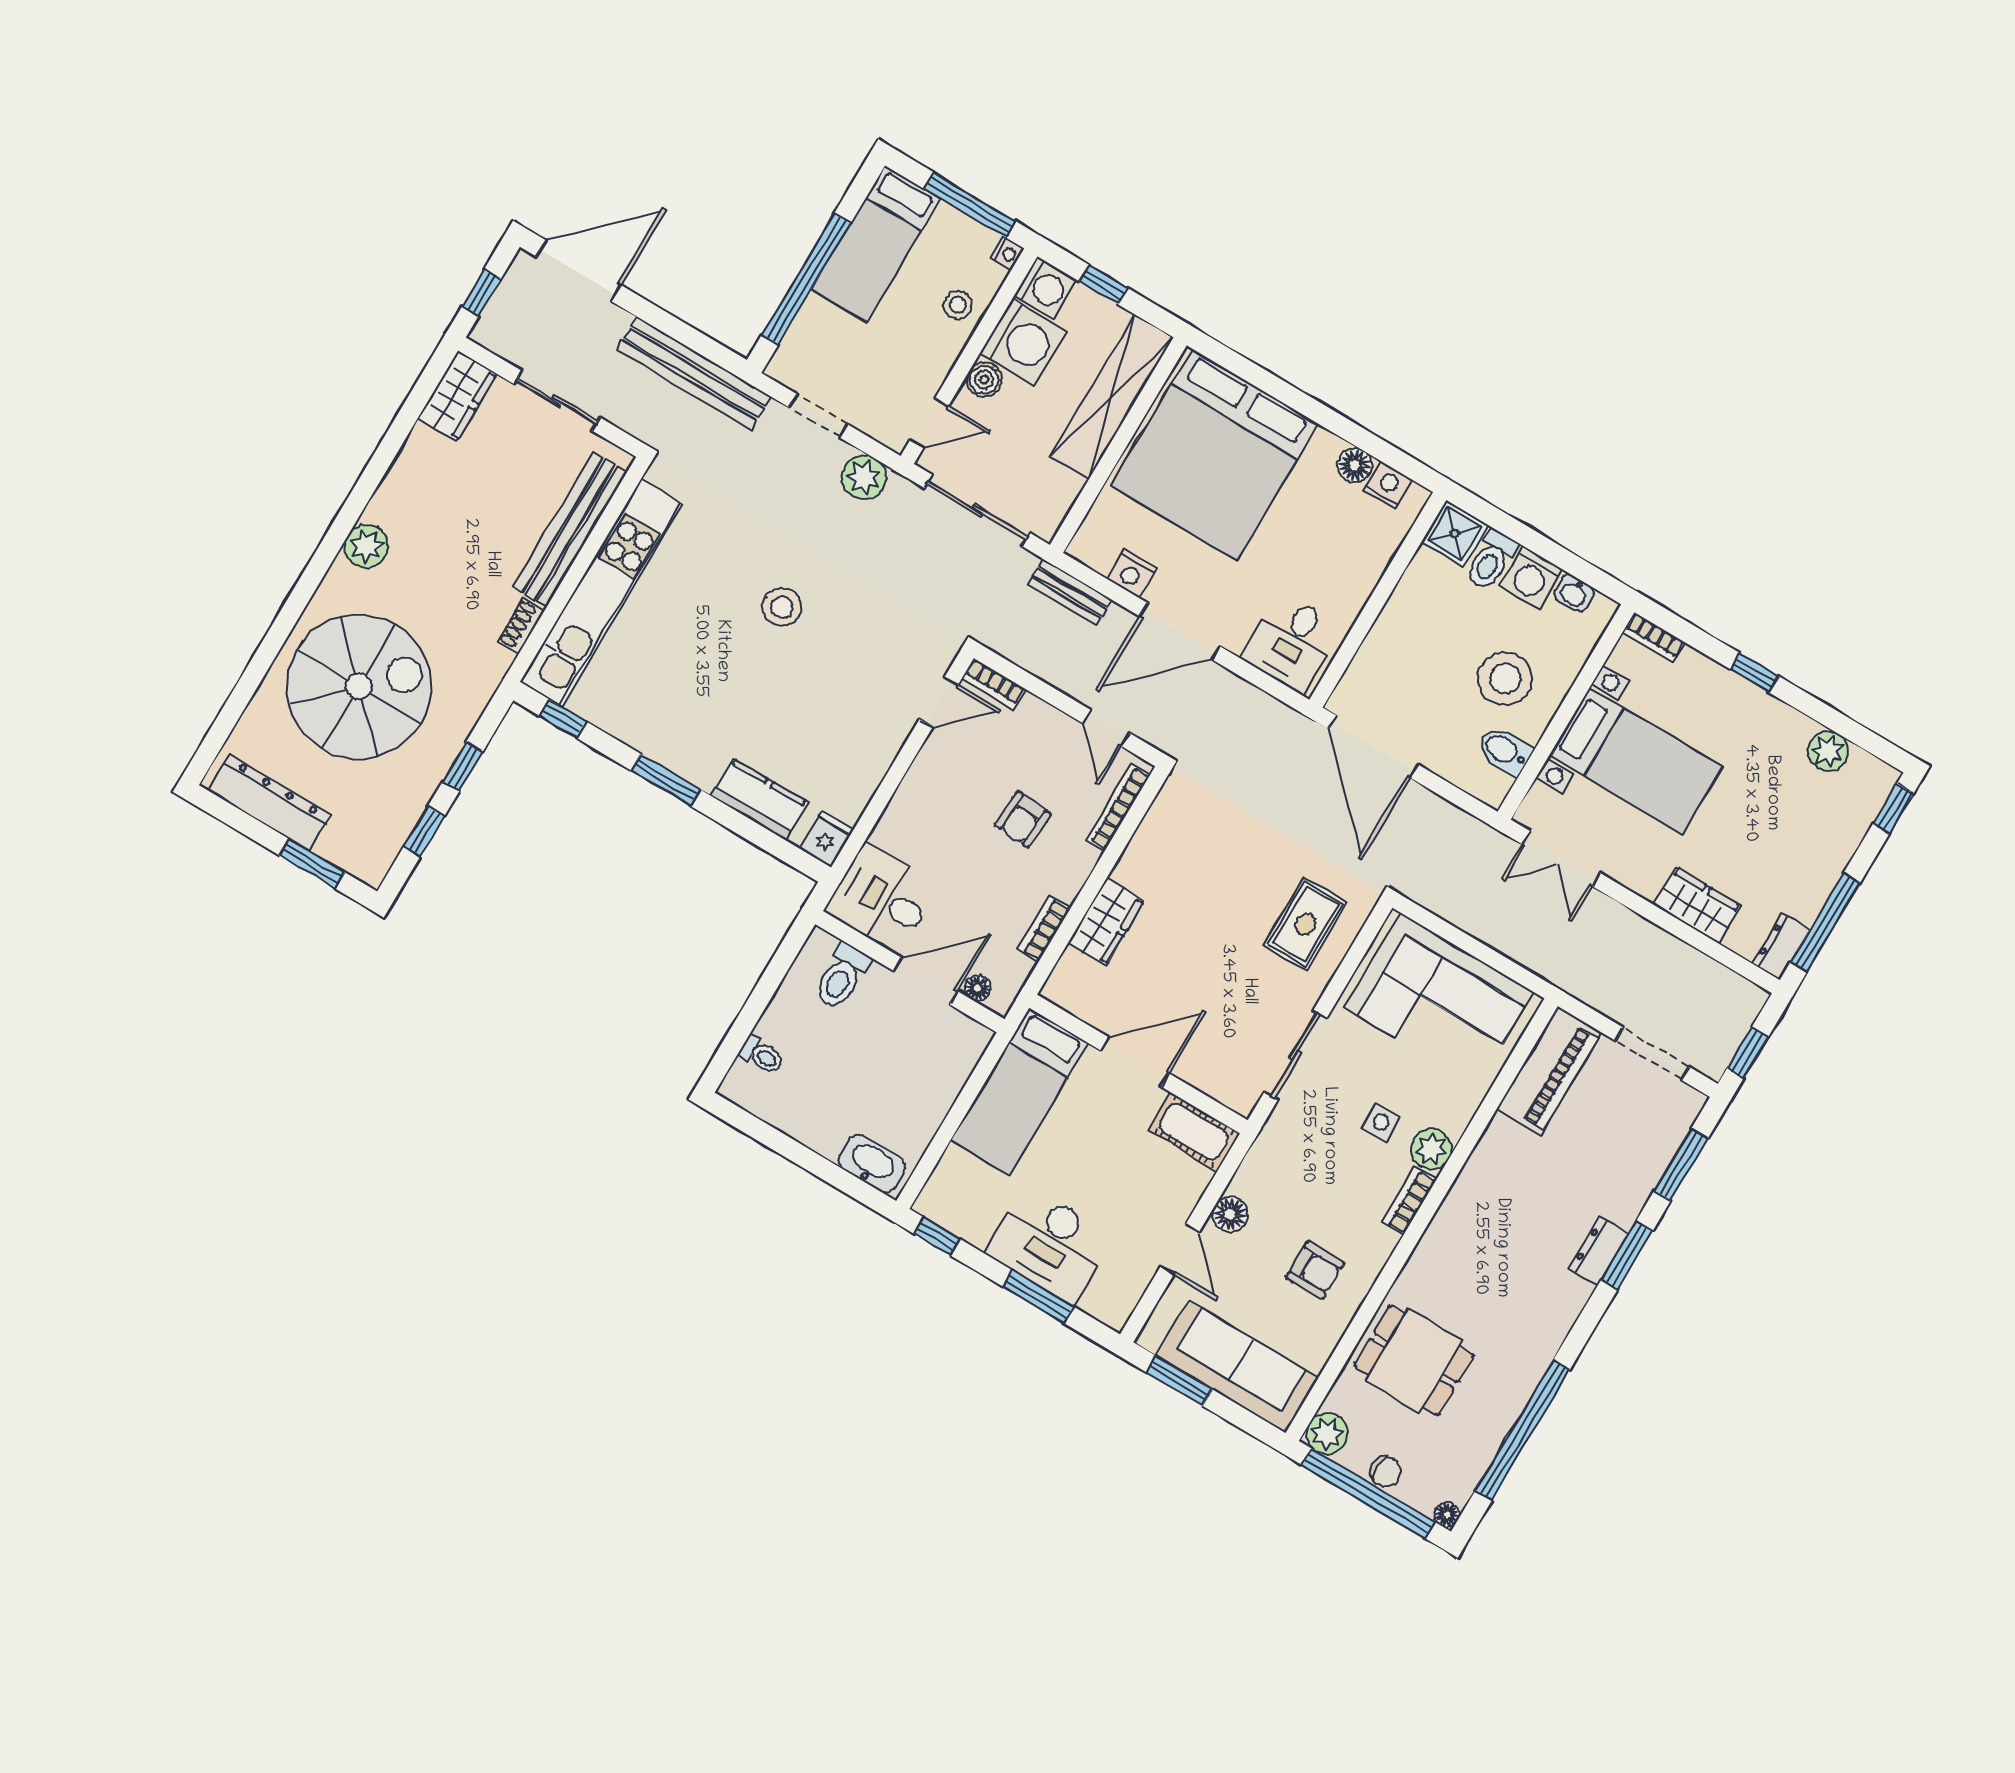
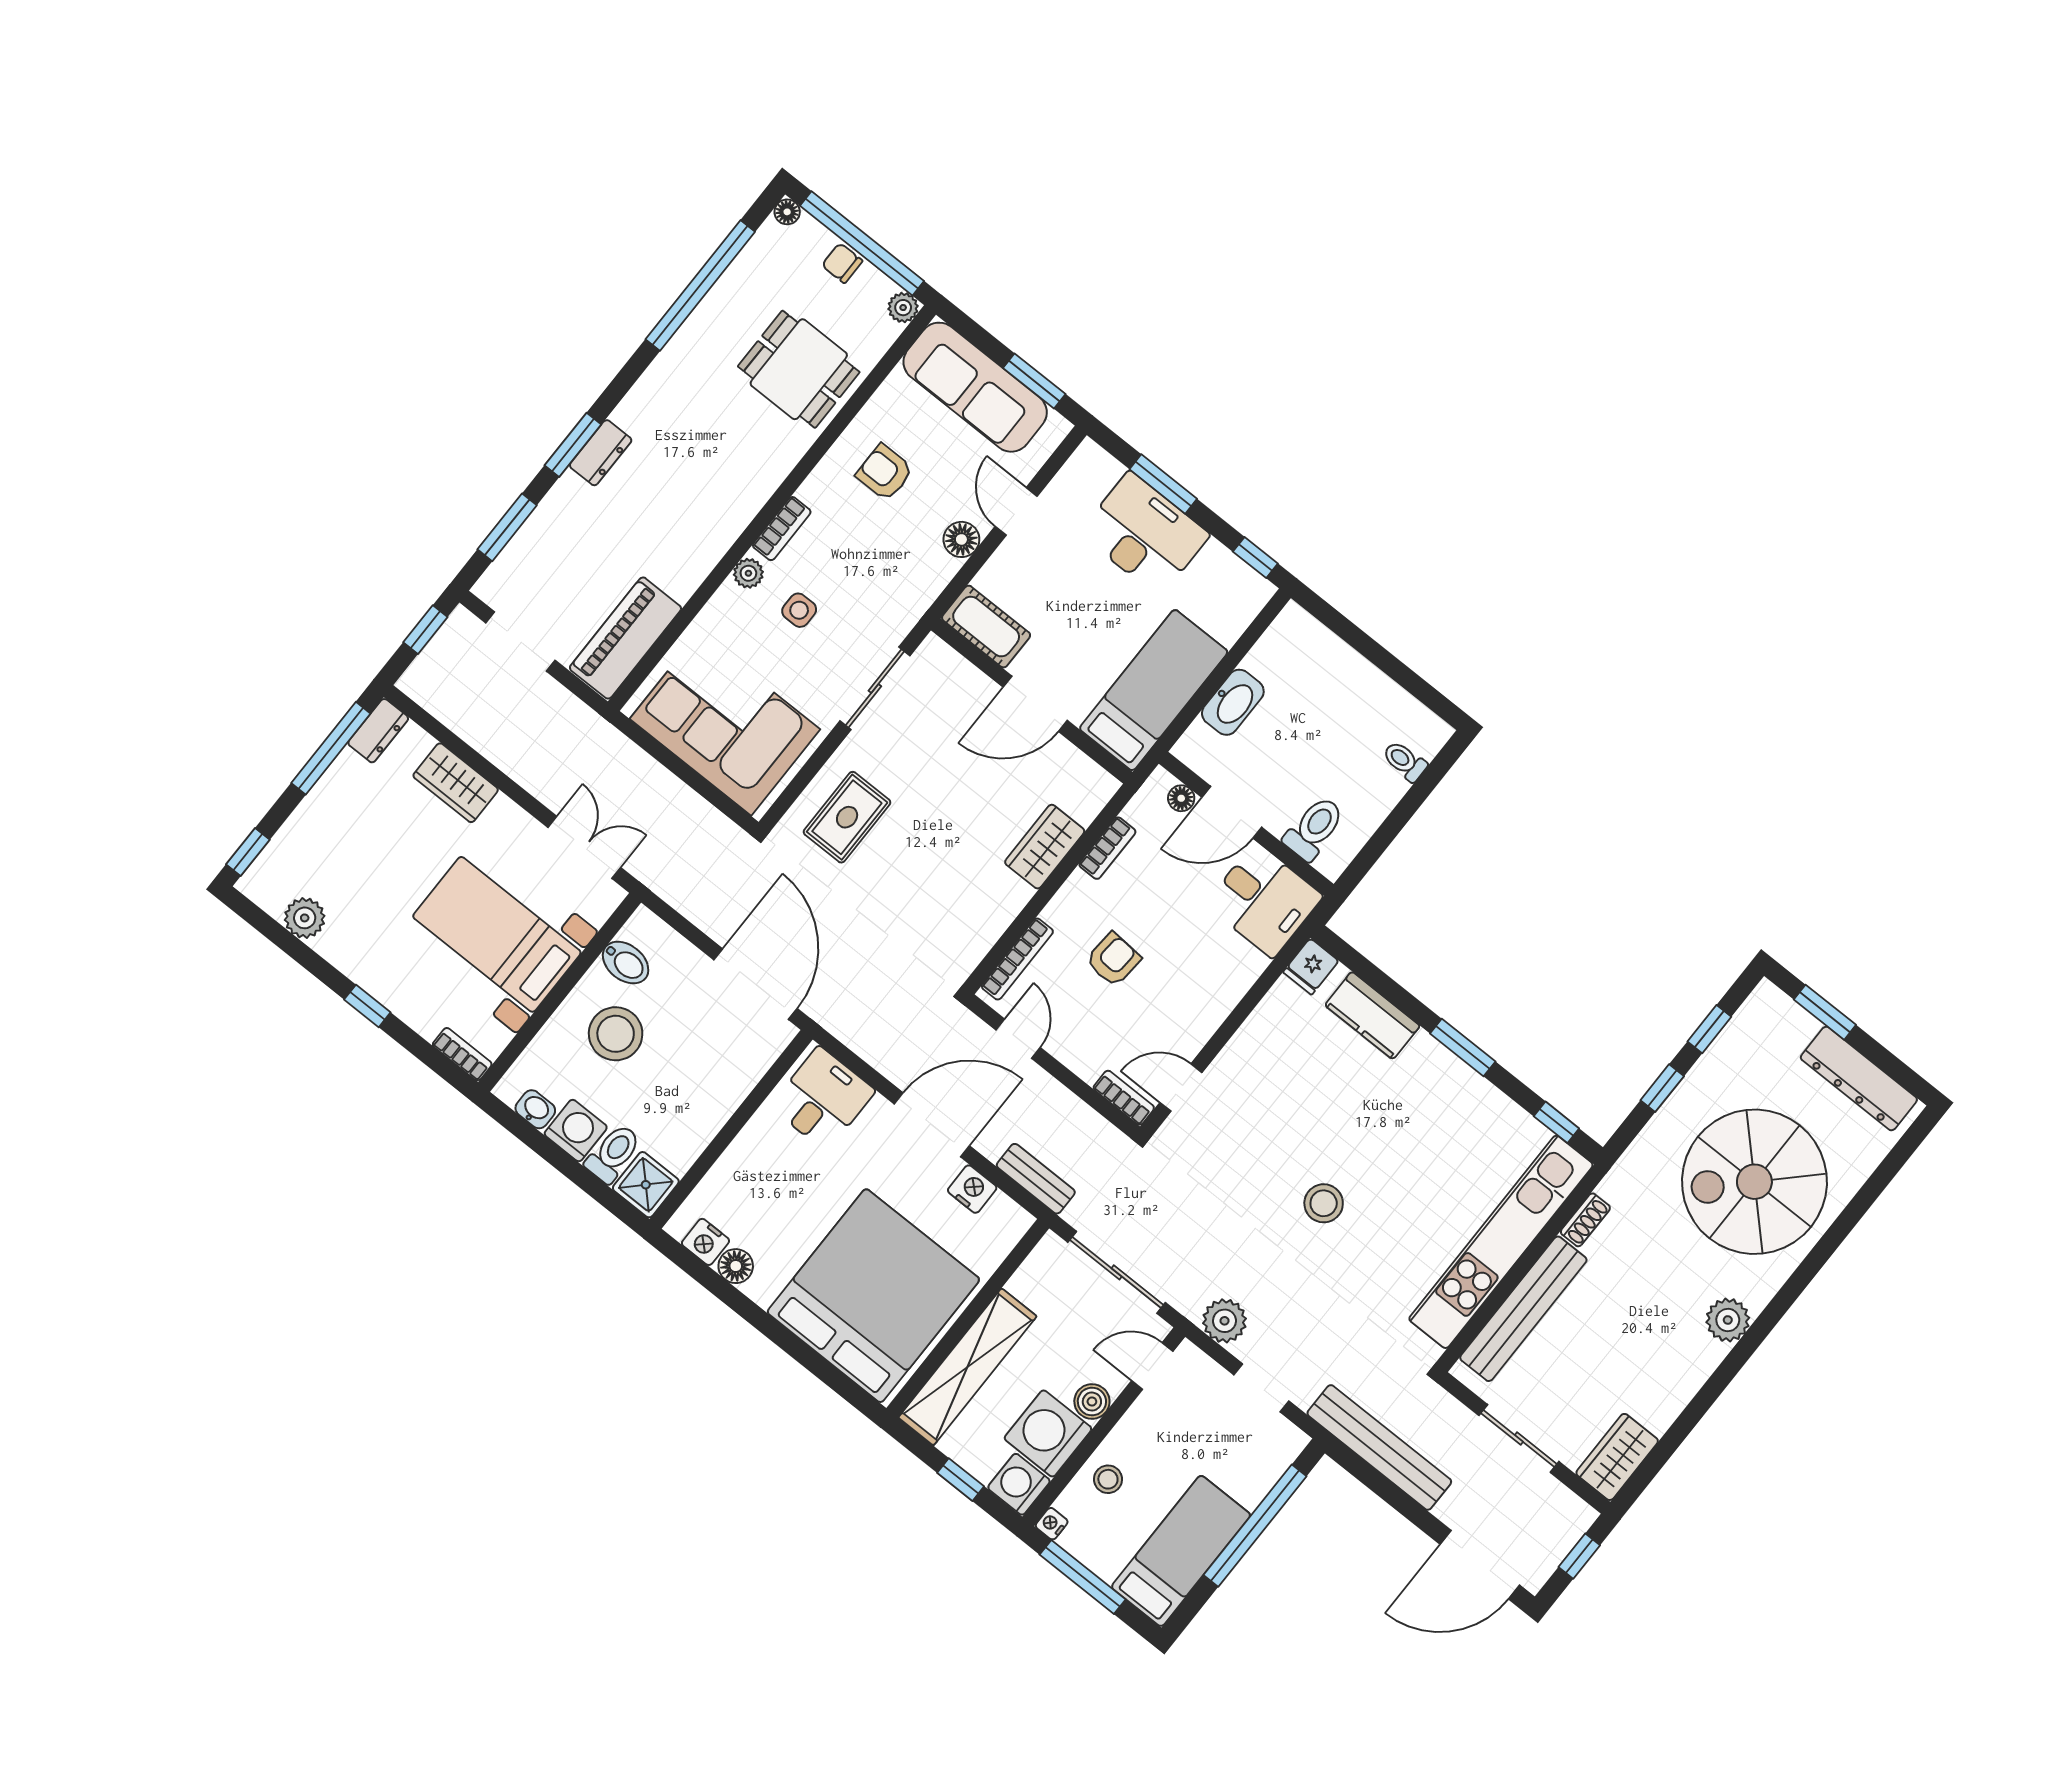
plant: (1431, 1149) -> (748, 573), width x0.73, depth x0.73
washbasin: (872, 1164) -> (1233, 702), moved, turned -90
plant: (1327, 1434) -> (903, 308), width x0.73, depth x0.73

